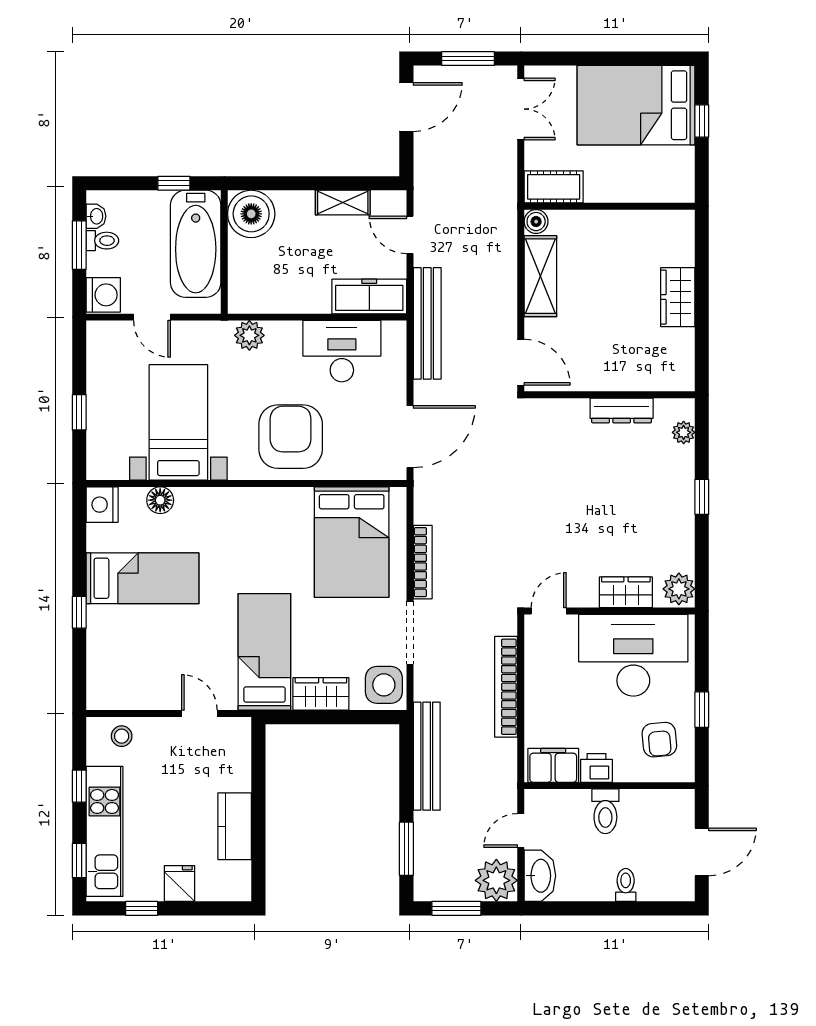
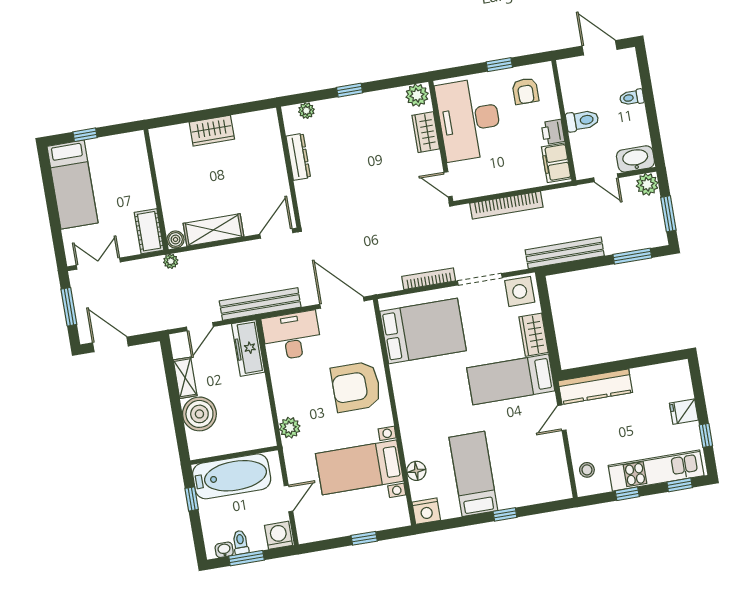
bed: (636, 105) -> (72, 185), width x0.67
plant: (507, 210) -> (171, 261), added
boiler: (251, 214) -> (199, 414), moved
desk: (342, 351) -> (292, 336), moved, turned 90
armchair: (659, 740) -> (525, 91), turned 95
kitchen counter: (235, 826) -> (595, 387), moved, width x1.50
plant: (496, 880) -> (647, 184), width x0.73, depth x0.73

